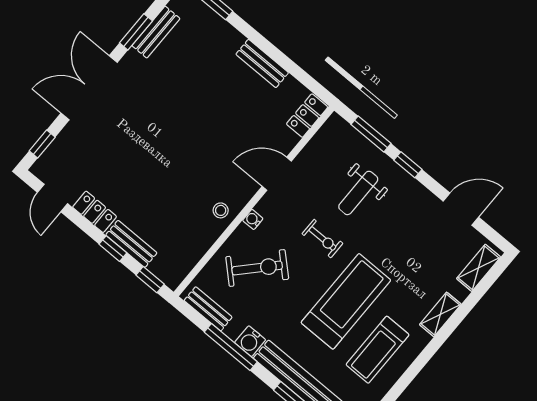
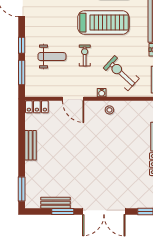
treadmill: (346, 301) -> (103, 23), turned 180

